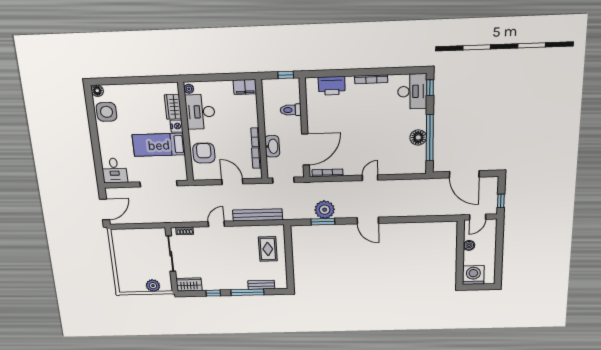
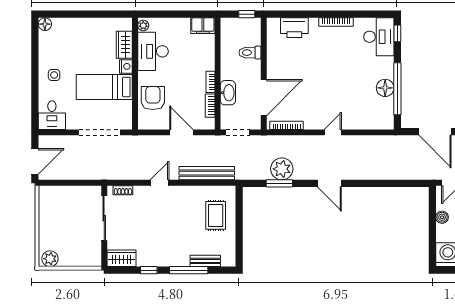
side table: (107, 112) -> (54, 75), moved, width x0.54, depth x0.54
plant: (153, 286) -> (50, 259), moved

